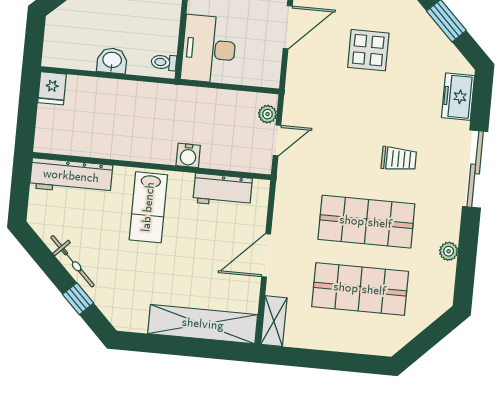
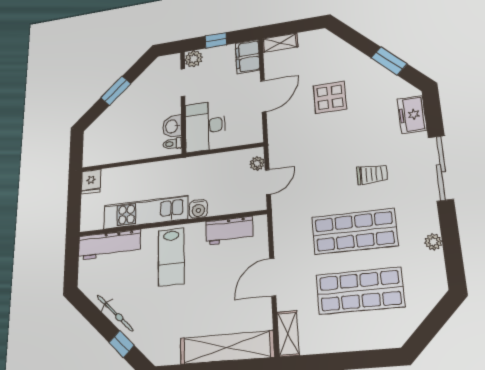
washbasin: (112, 61) -> (172, 126), moved, turned -90
kitchen unit: (121, 145) -> (146, 212), added

